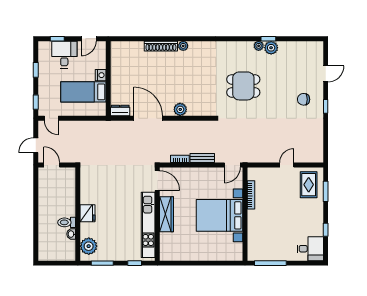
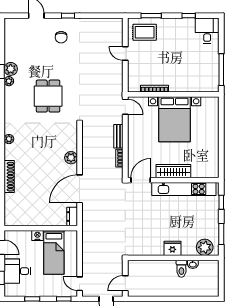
plant: (183, 46) -> (9, 139), moved
door: (51, 118) -> (80, 284), swing flipped

